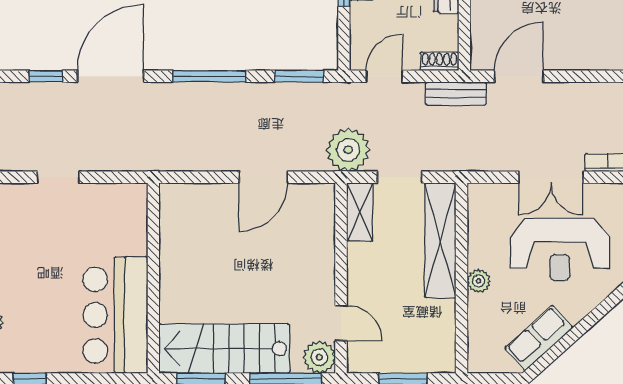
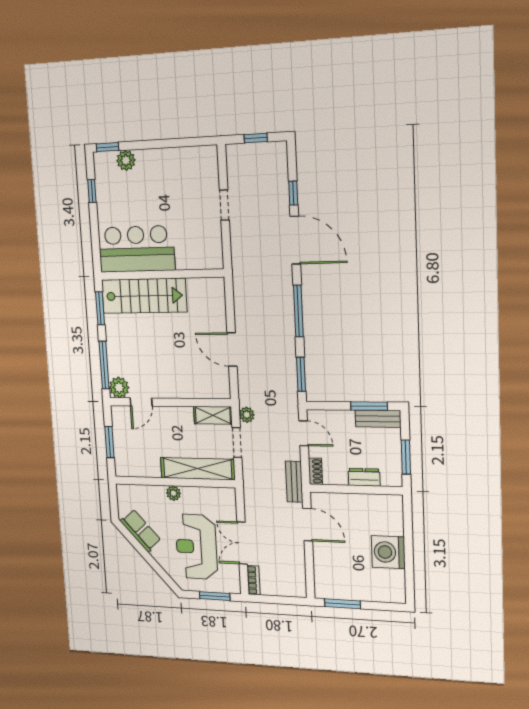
plant: (348, 150) -> (247, 415), width x0.53, depth x0.53
stairs: (224, 349) -> (144, 296), moved, turned 90

